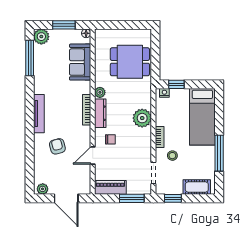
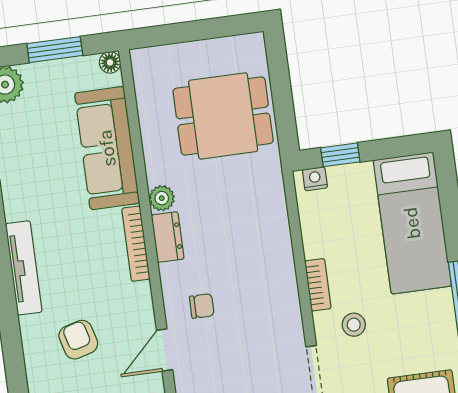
sofa: (80, 62) -> (107, 148), width x1.36
dresser: (100, 113) -> (168, 237), width x0.70
plant: (142, 118) -> (270, 245), removed

